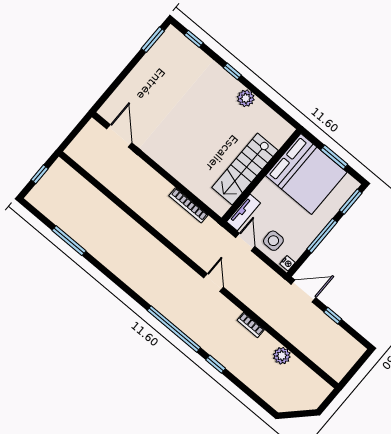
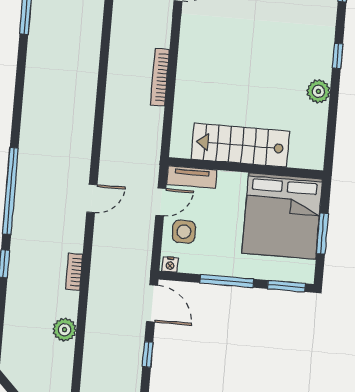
bookcase: (188, 205) -> (160, 77), moved

